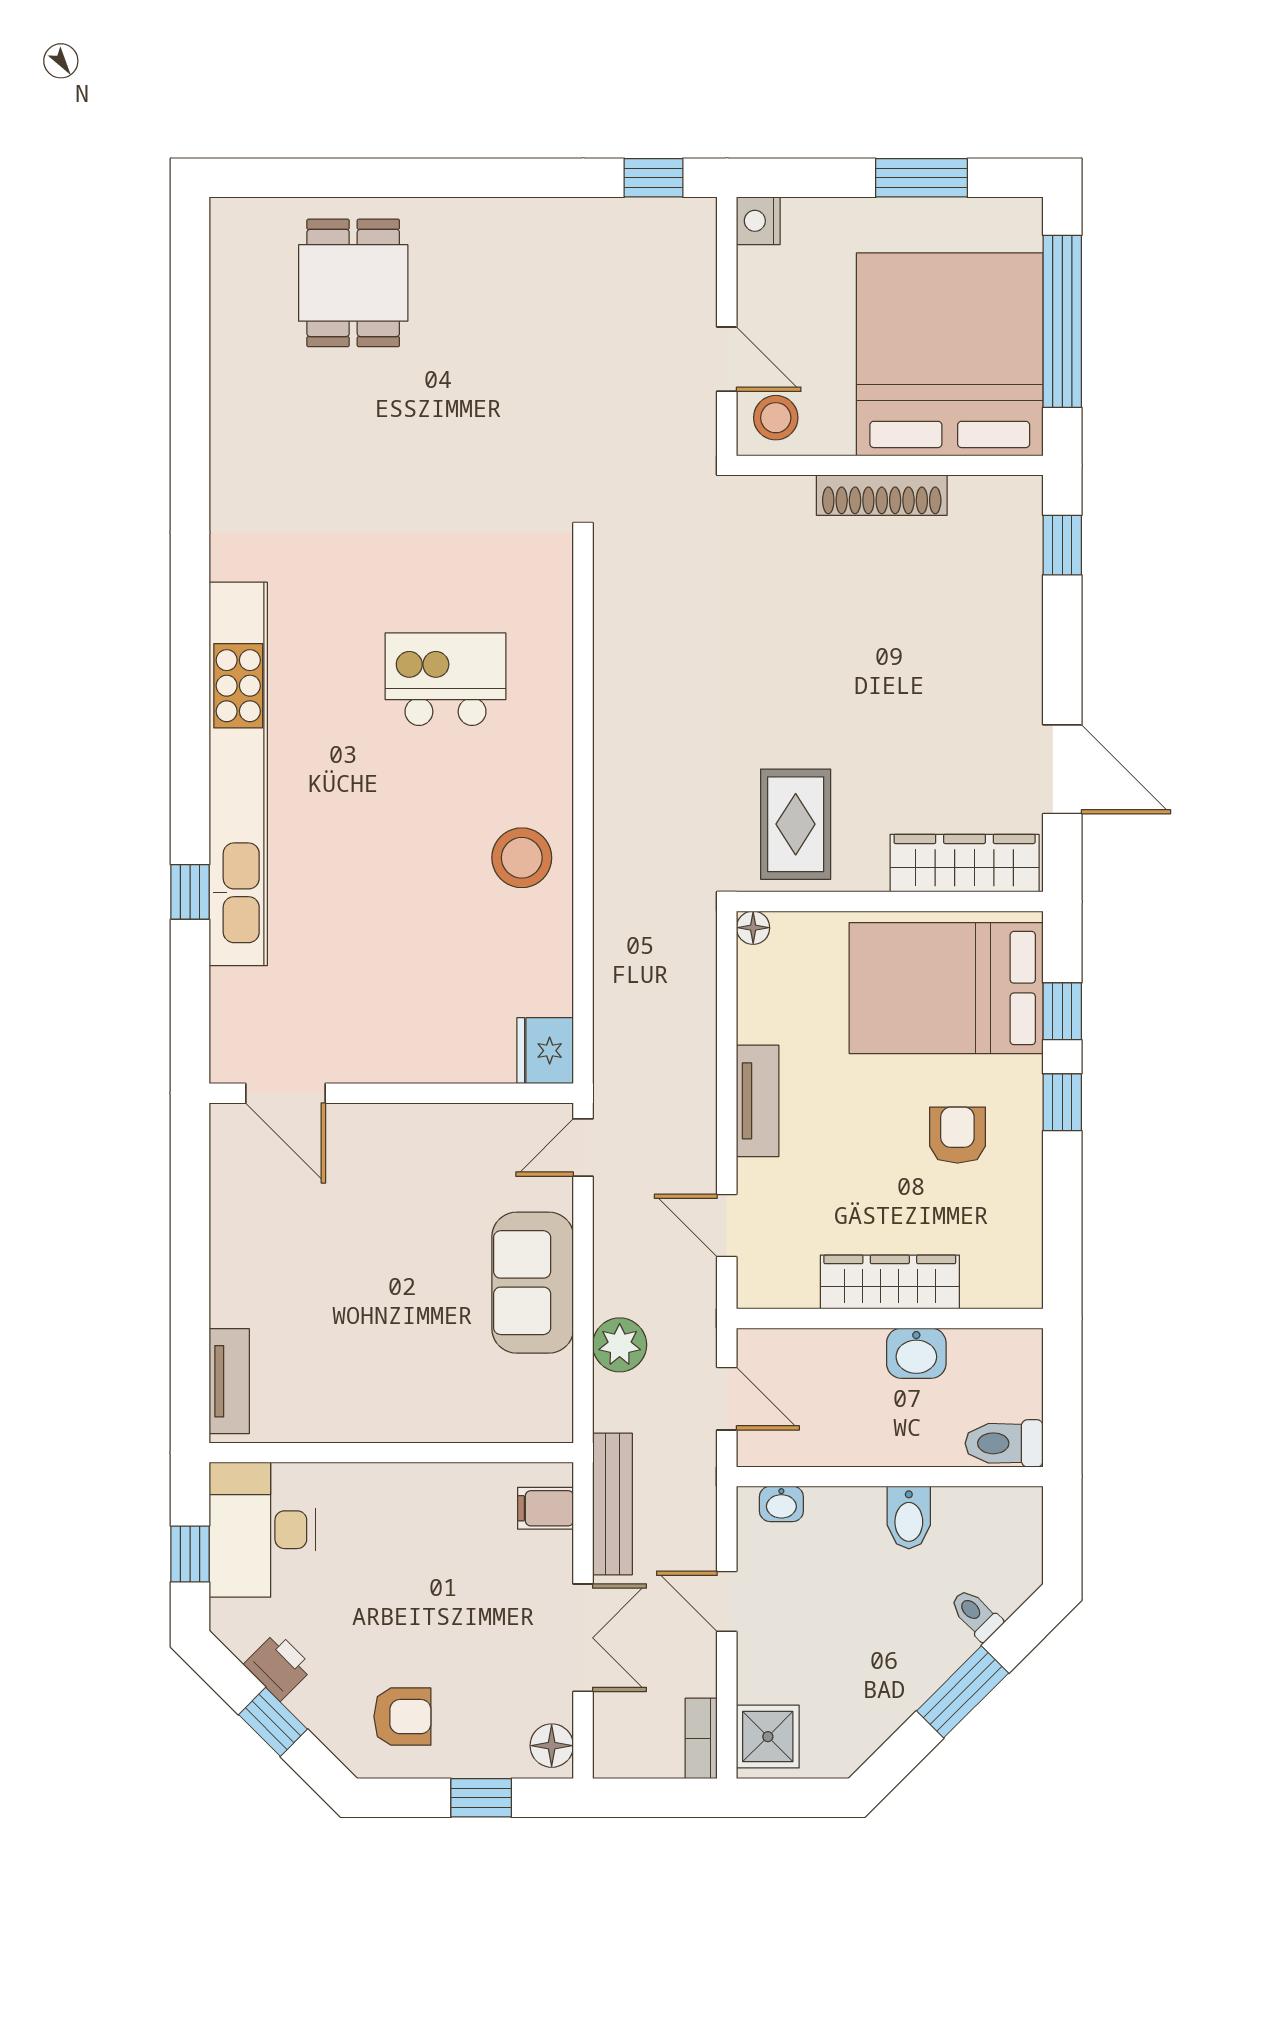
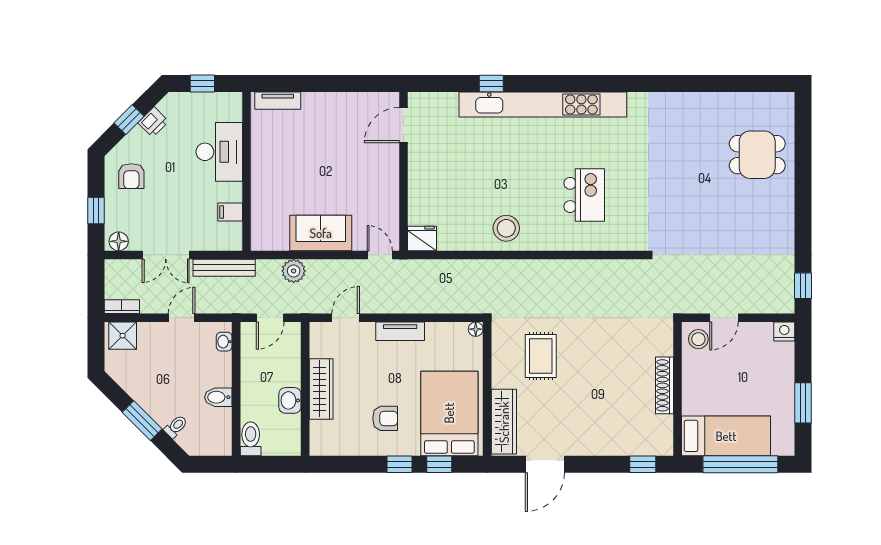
bed: (950, 354) -> (726, 436), width x0.49
rug: (796, 824) -> (541, 356), moved, turned 90
filing cabinet: (546, 1508) -> (230, 212), moved, turned -90
desk: (262, 1530) -> (219, 152), moved, turned 90

